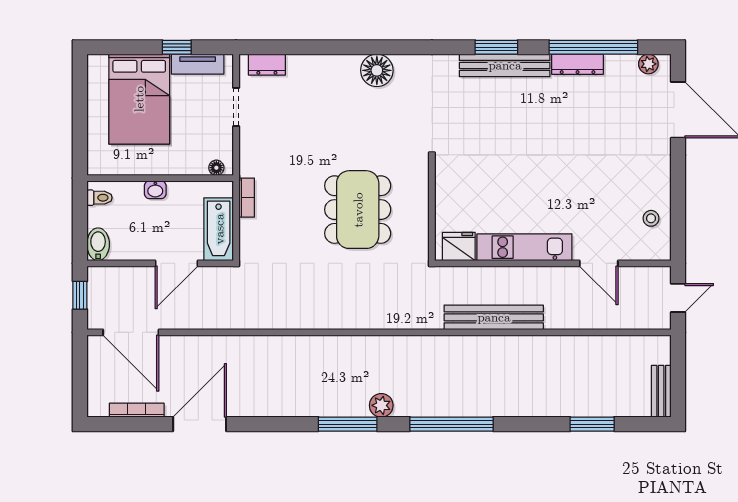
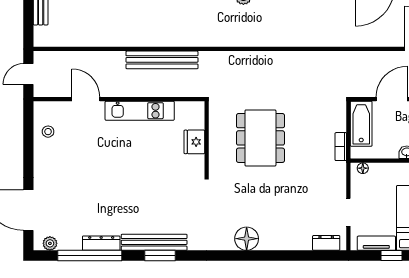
fridge: (459, 246) -> (194, 142), moved, turned 90

